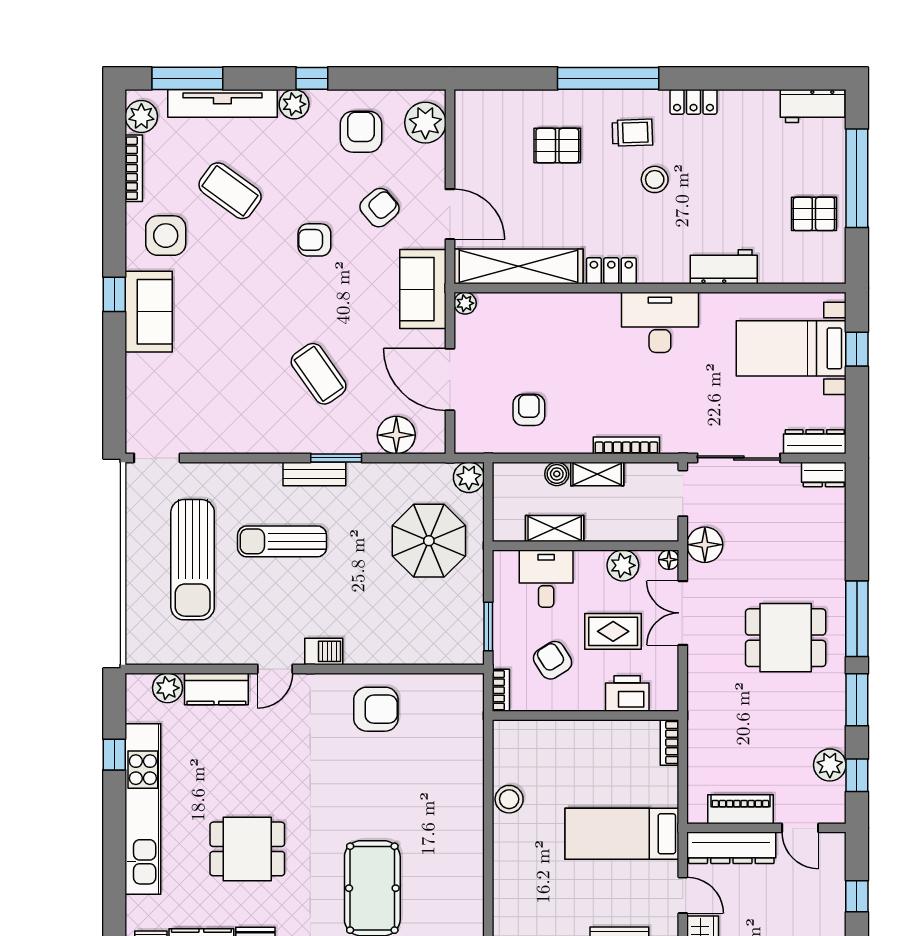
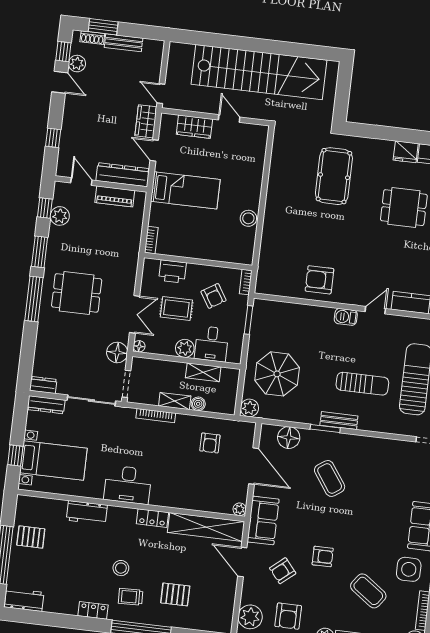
plant: (623, 565) -> (185, 348), moved

